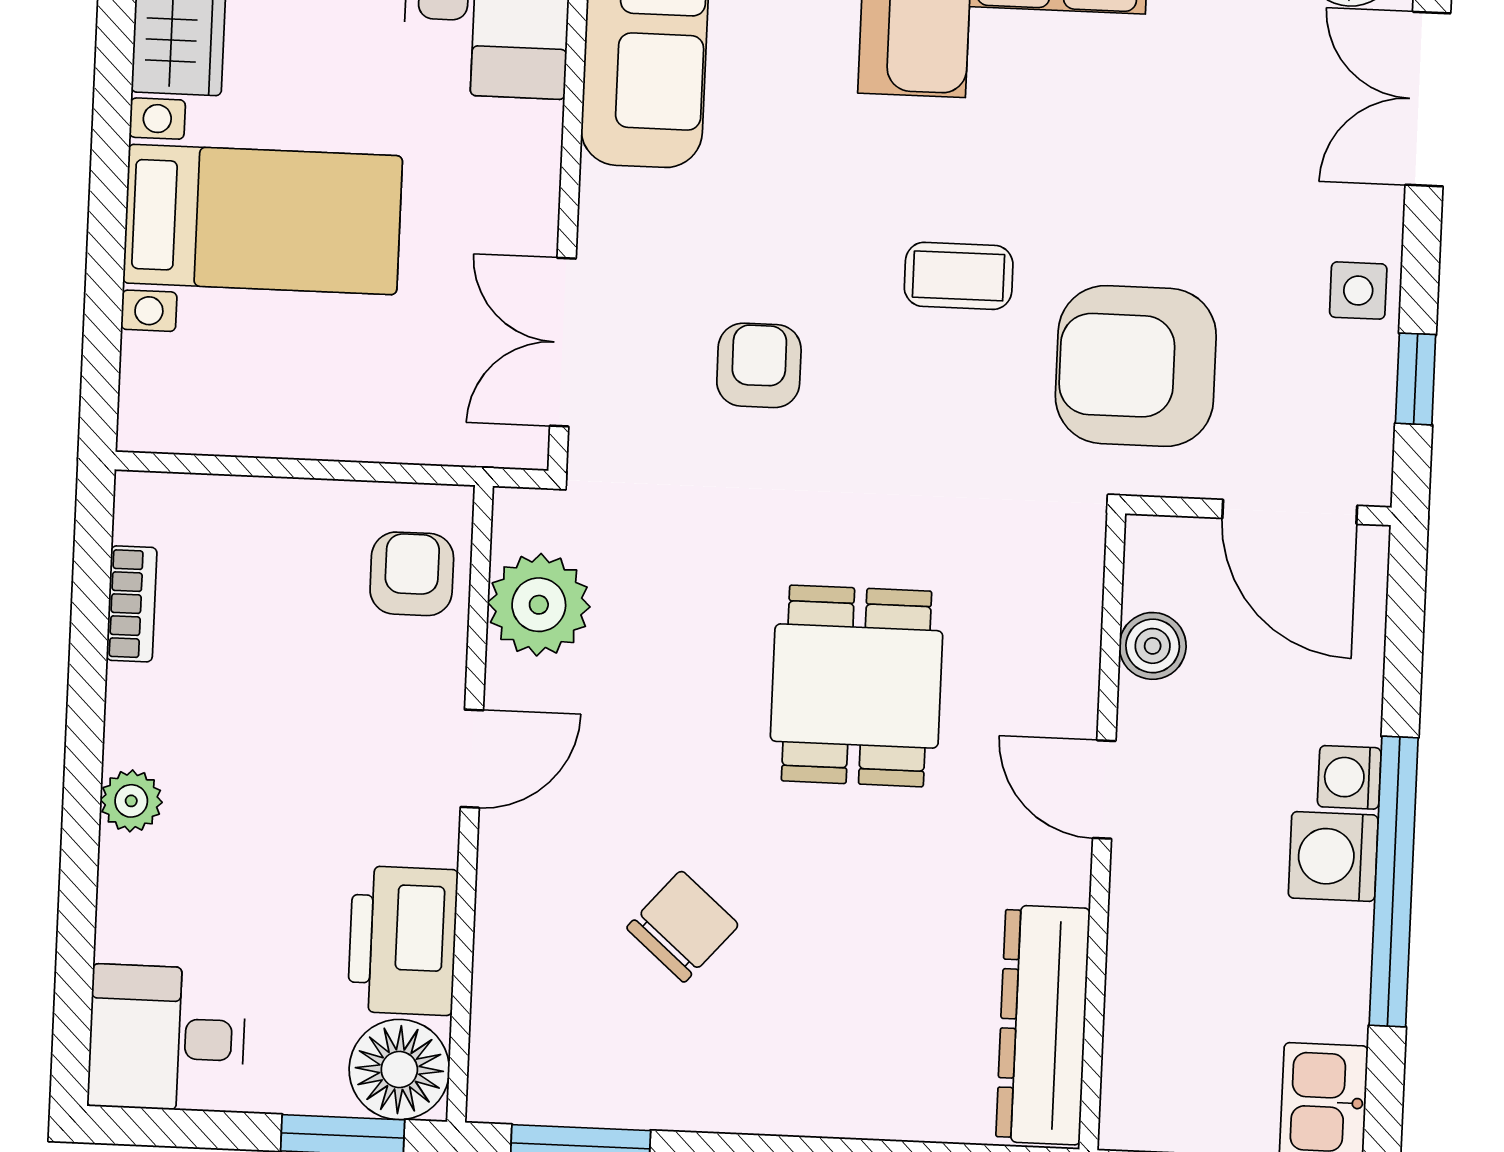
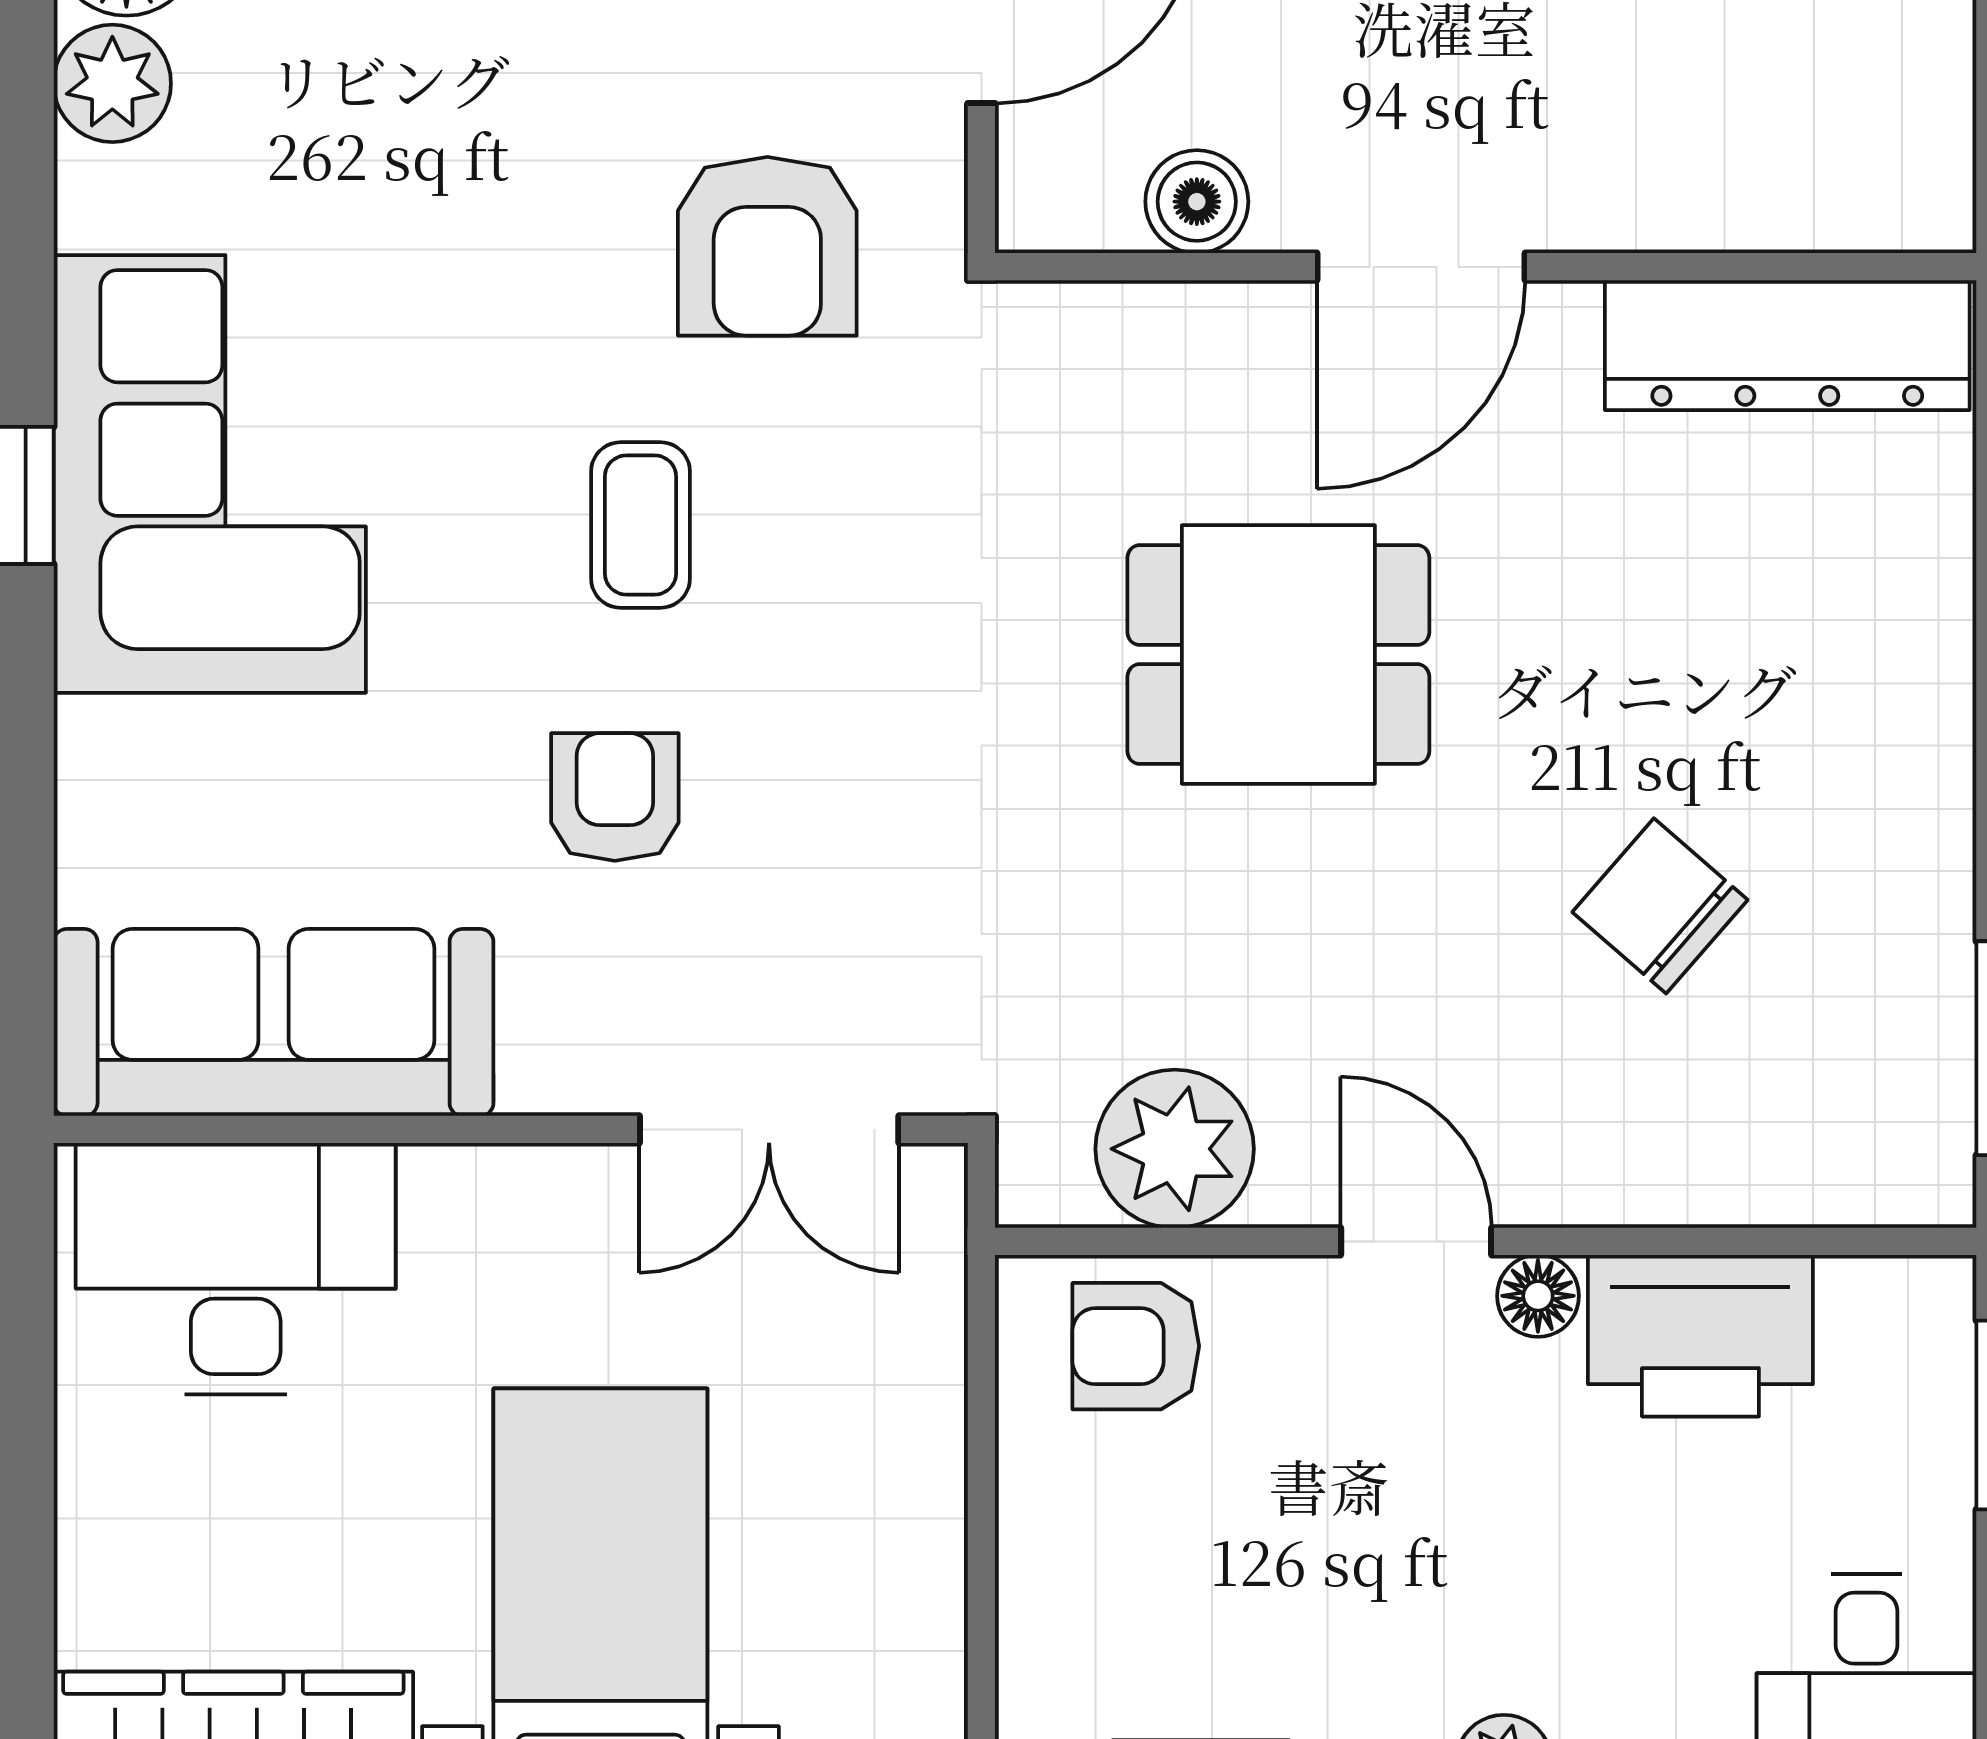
armchair: (759, 365) -> (615, 797), moved, turned 90
armchair: (1136, 366) -> (767, 246), width x0.73, depth x0.73
door: (1104, 790) -> (1421, 267), width x1.38
floor lamp: (399, 1070) -> (1538, 1296), moved, width x0.53, depth x0.53

